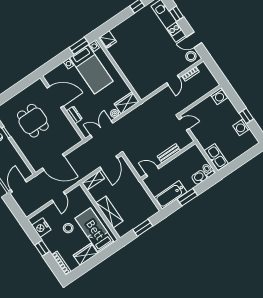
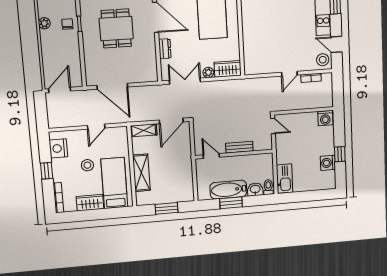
bathtub: (170, 195) -> (228, 190), moved

